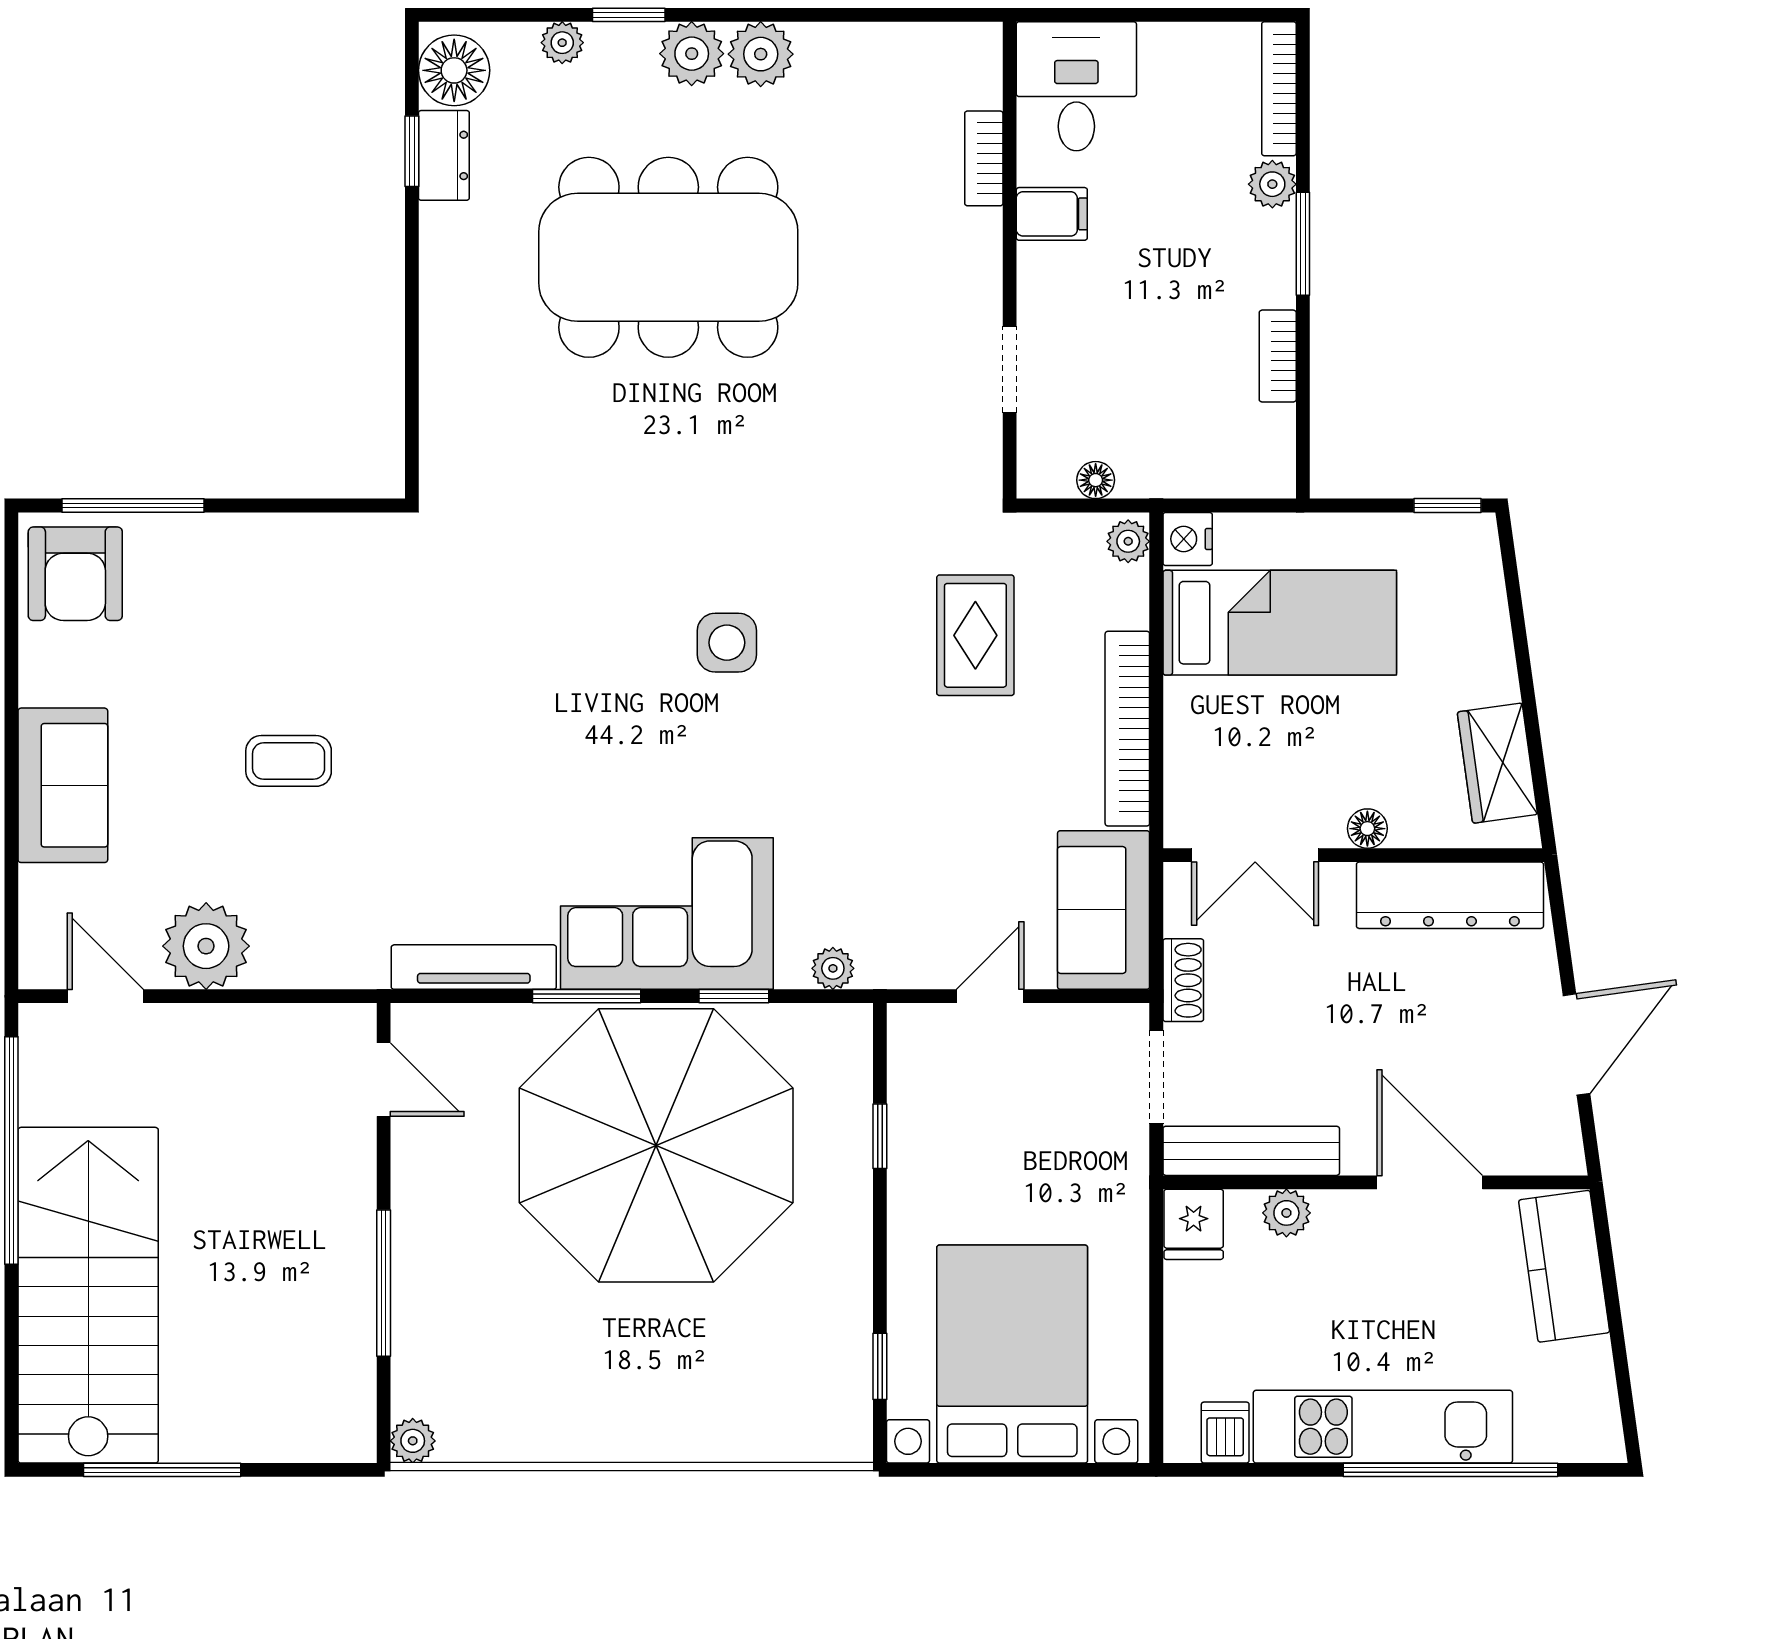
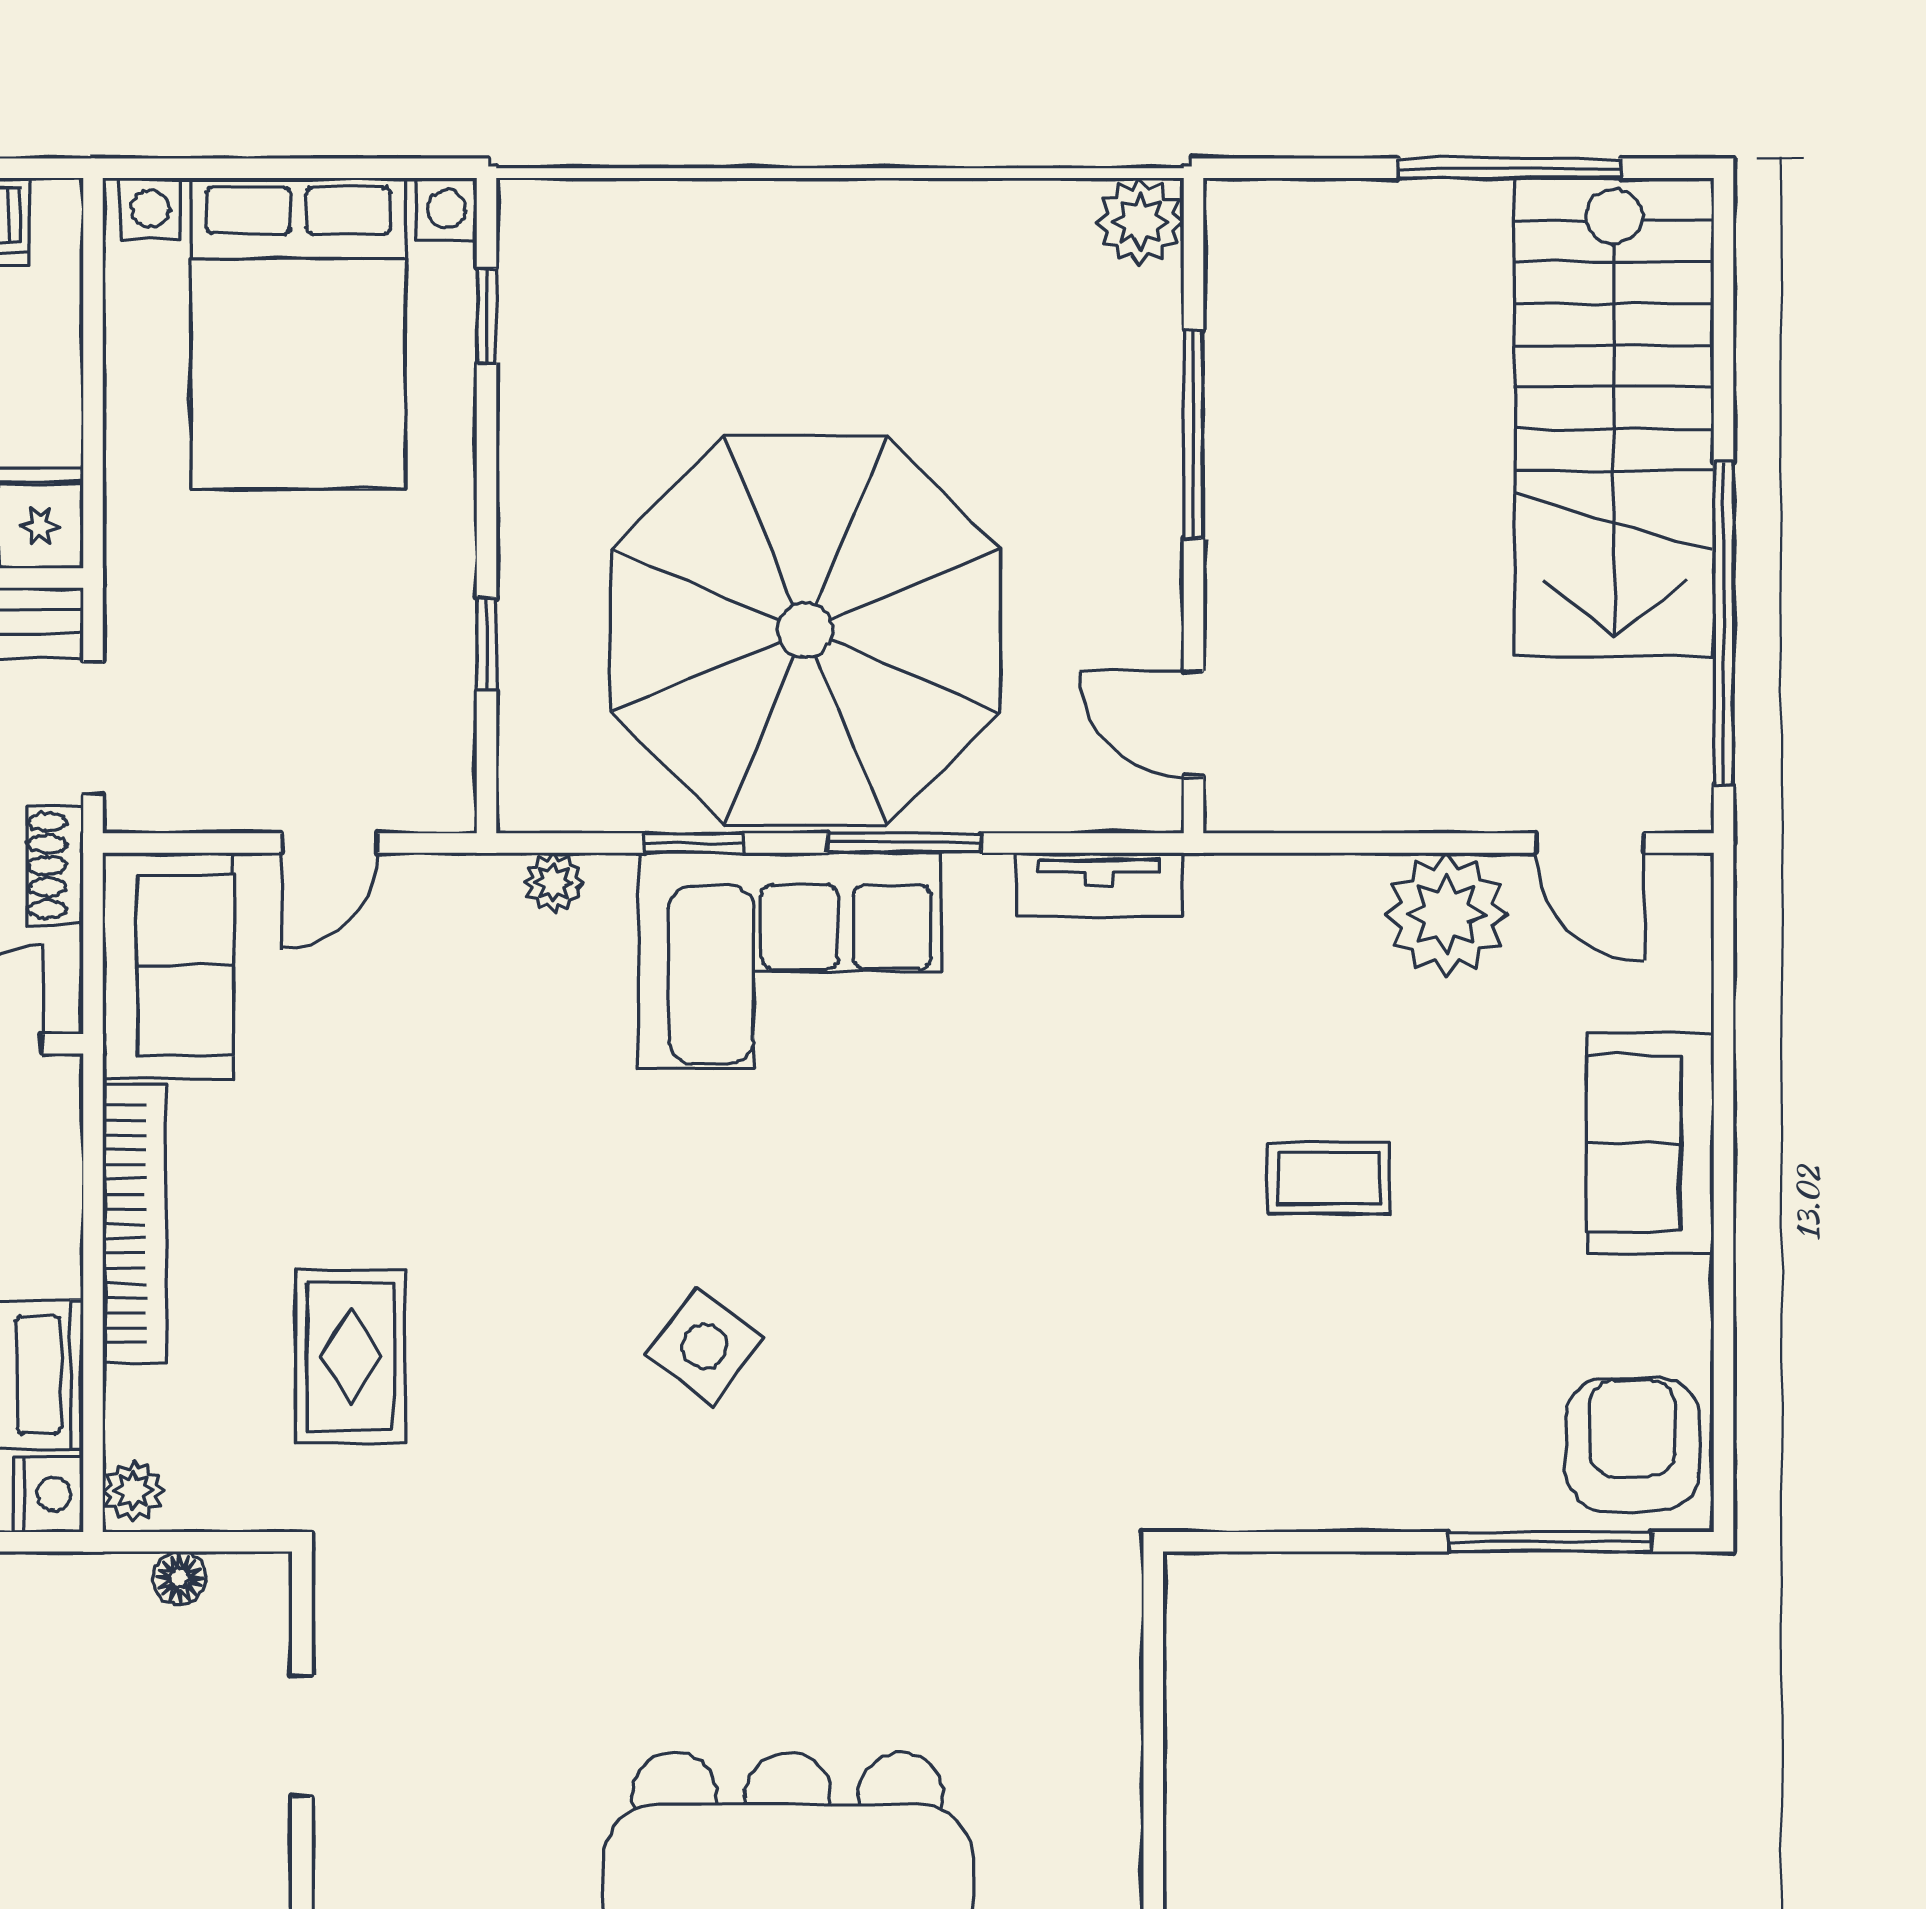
side table: (727, 643) -> (705, 1346), turned 38
tv unit: (474, 967) -> (1099, 884), width x0.71
plant: (413, 1441) -> (1140, 222), width x1.38, depth x1.38

